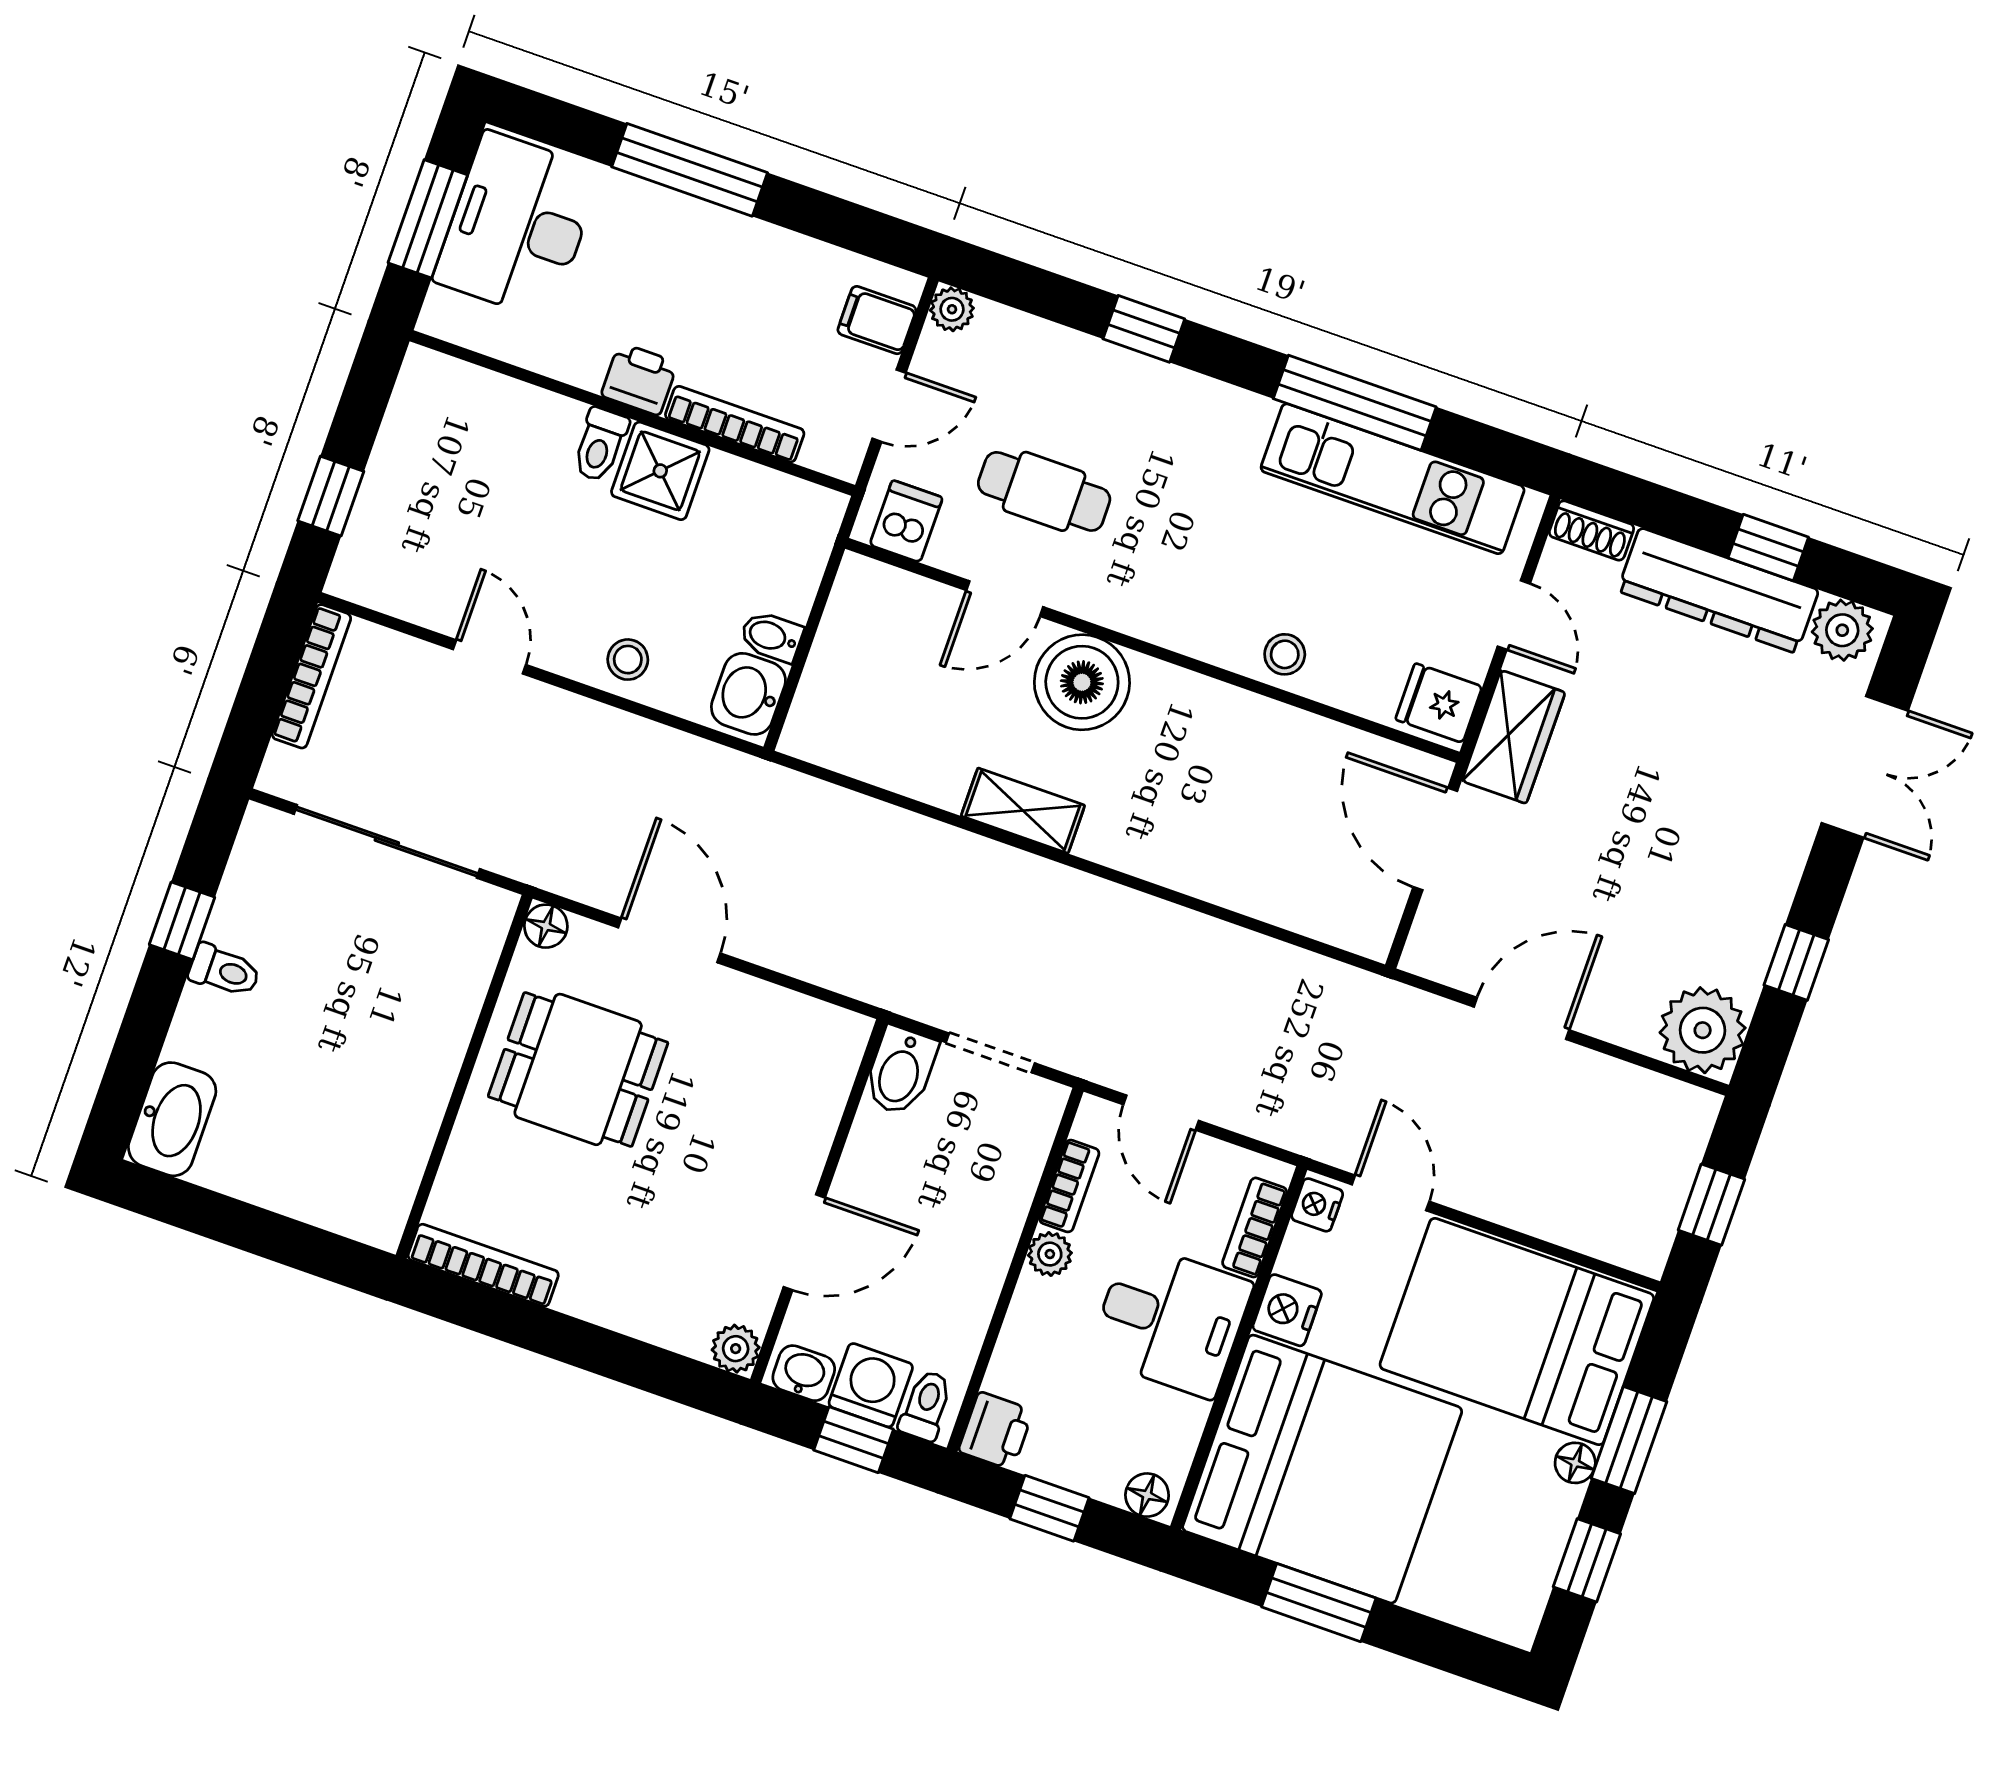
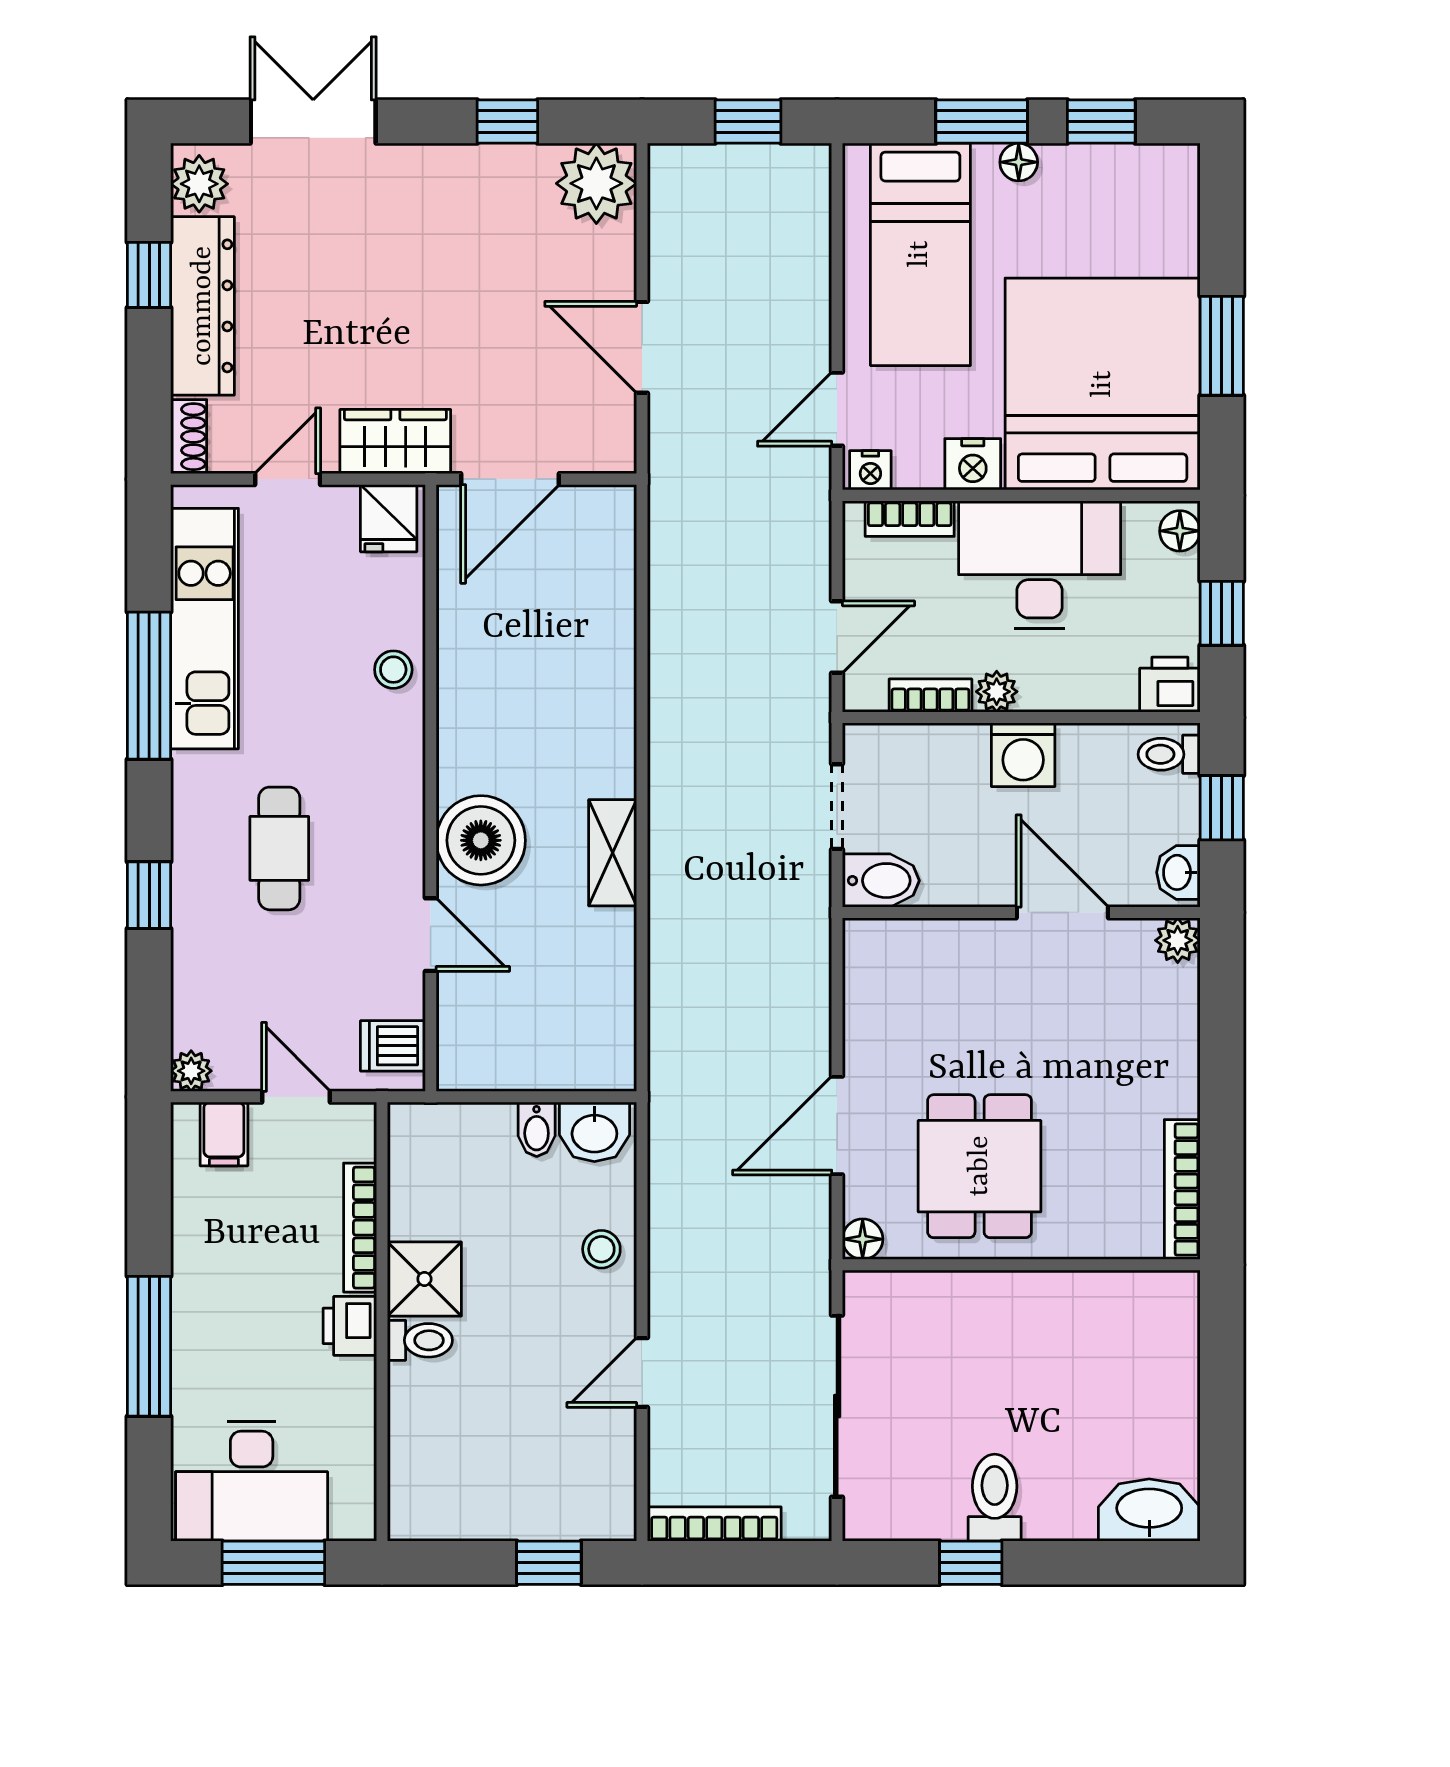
cafe table: (1044, 491) -> (279, 848), moved
toilet: (224, 971) -> (995, 1498), width x1.37, depth x1.39
desk: (1171, 1320) -> (1040, 564), width x1.37
bed: (1517, 1331) -> (920, 254), width x0.67
washing machine: (871, 1385) -> (1023, 755), moved, turned -90

